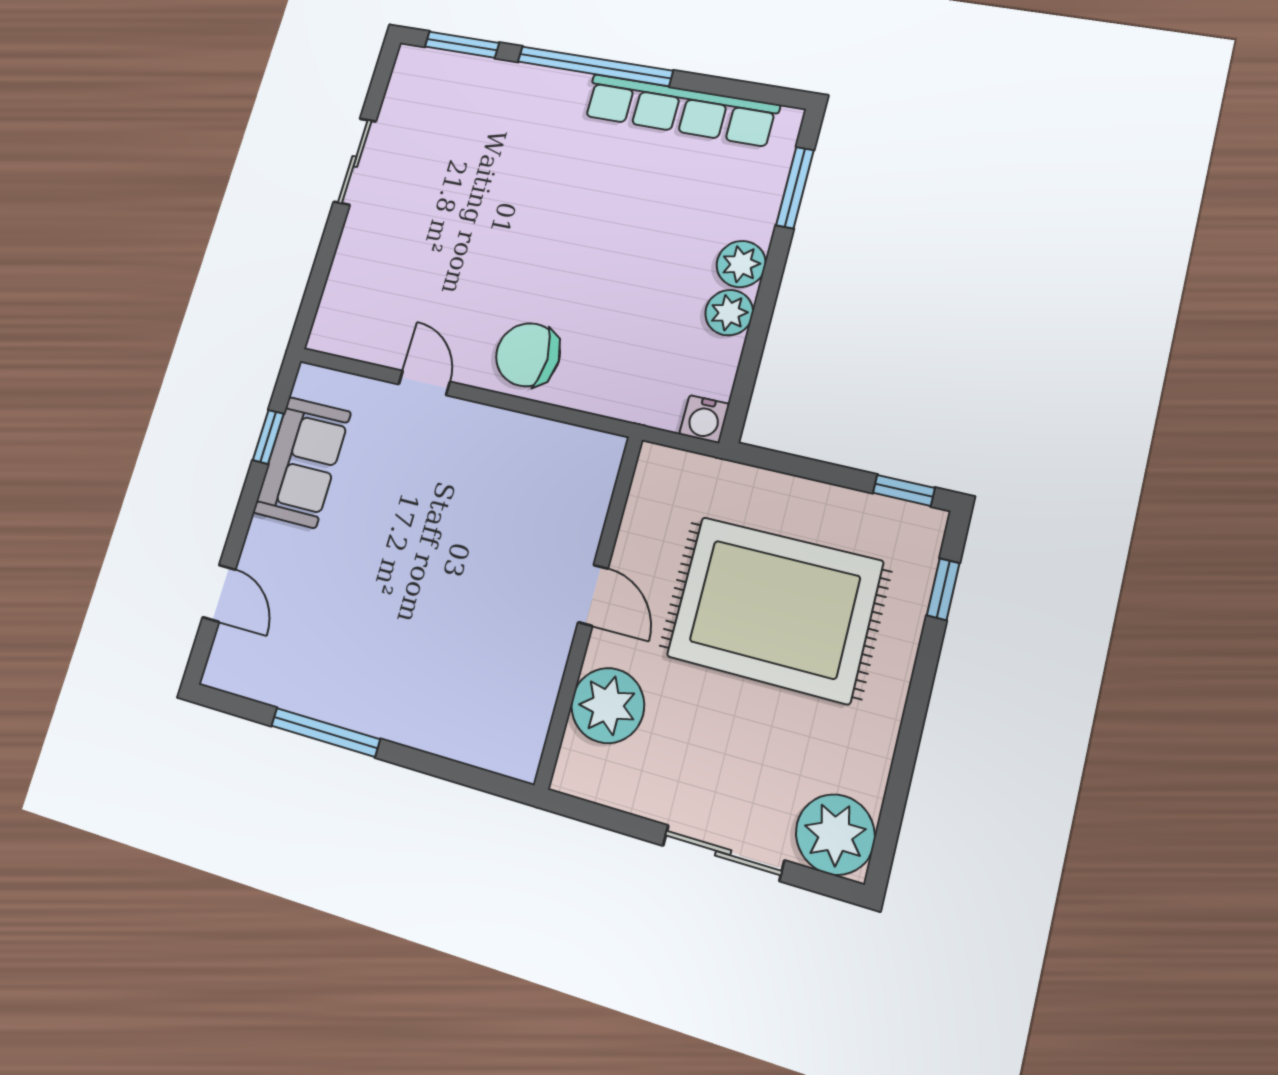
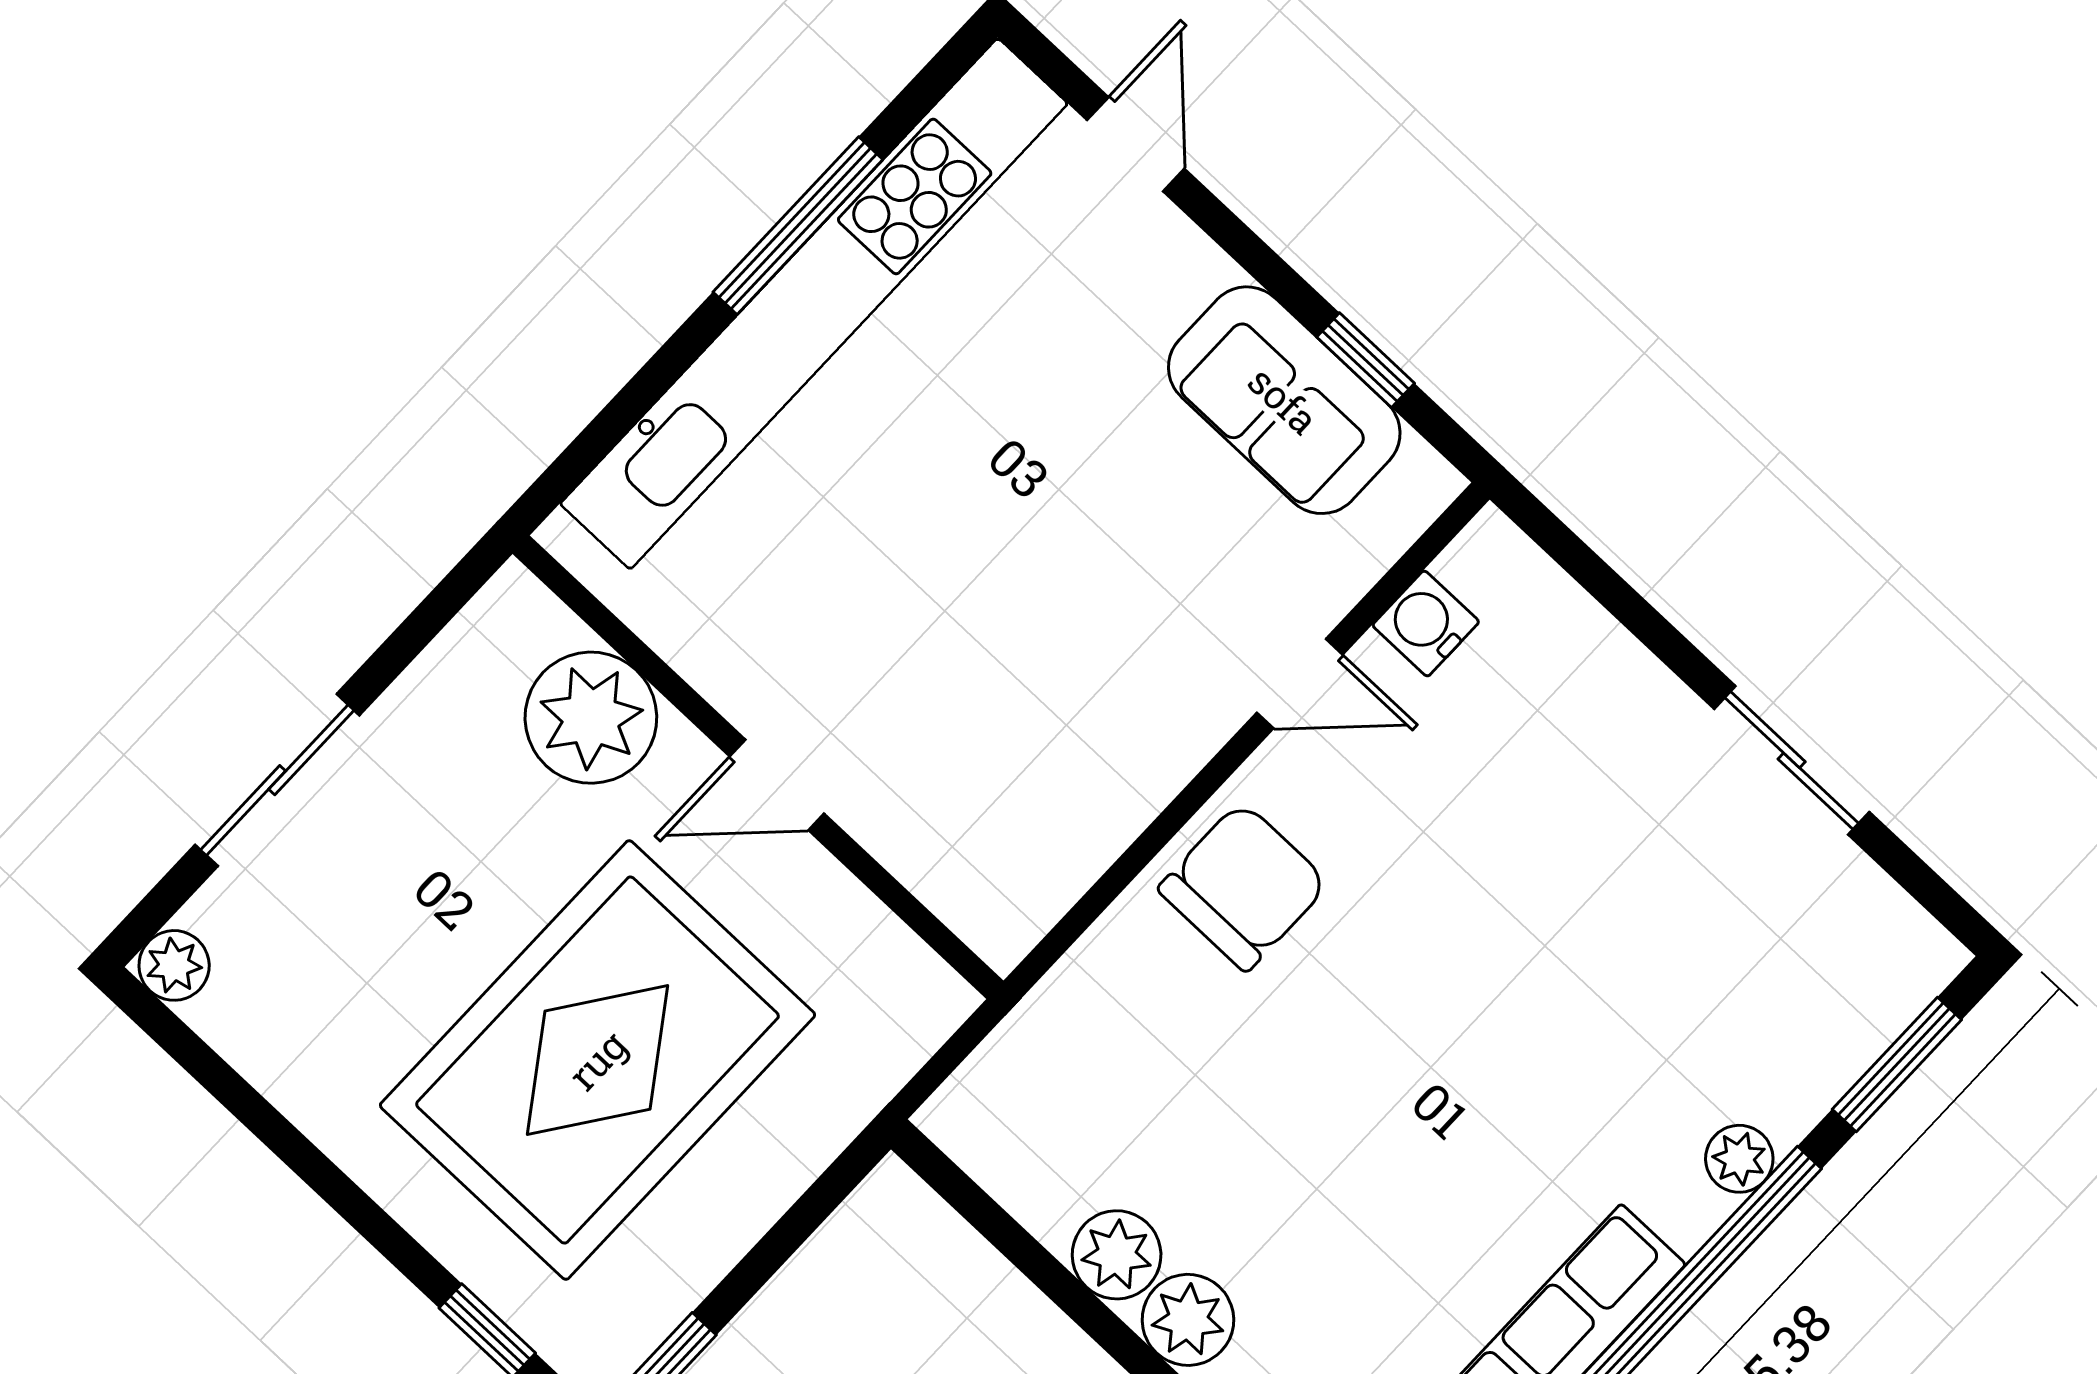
plant: (536, 81) -> (1739, 1159), added
water cooler: (704, 419) -> (1426, 624), moved
door: (219, 593) -> (1136, 144), swing flipped
kitchen unit: (358, 704) -> (814, 304), added
plant: (835, 834) -> (174, 965), width x0.53, depth x0.53

